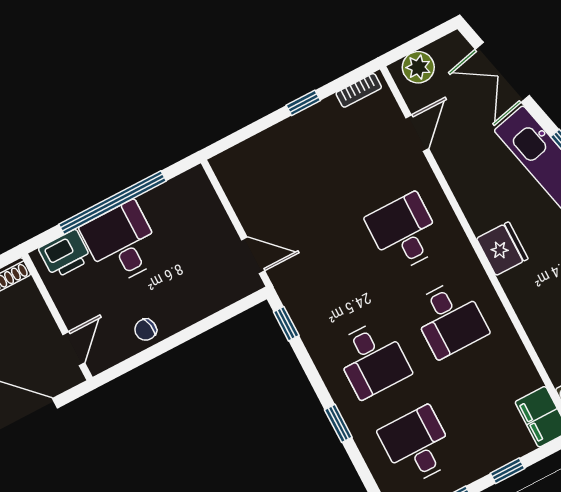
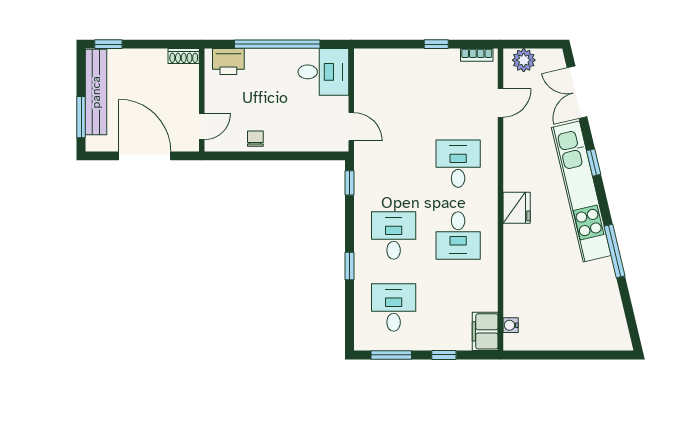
desk: (122, 243) -> (323, 72), moved, turned 90
chair: (146, 330) -> (255, 139), turned 100
desk: (372, 359) -> (394, 236), turned 180

